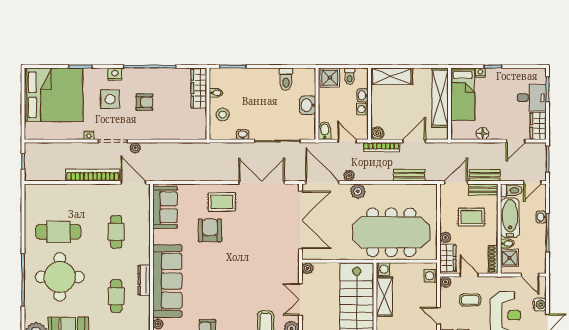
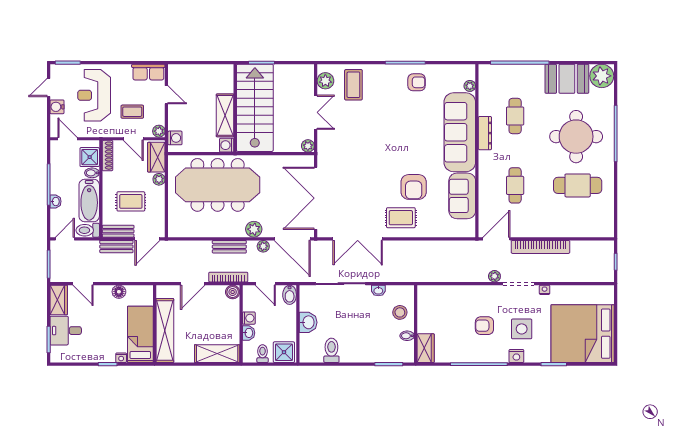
wardrobe: (199, 88) -> (426, 348), width x0.67
door: (516, 141) -> (83, 284), swing flipped
bench: (409, 175) -> (229, 247), moved
door: (133, 183) -> (496, 239), swing flipped
sofa: (165, 207) -> (462, 196), moved

